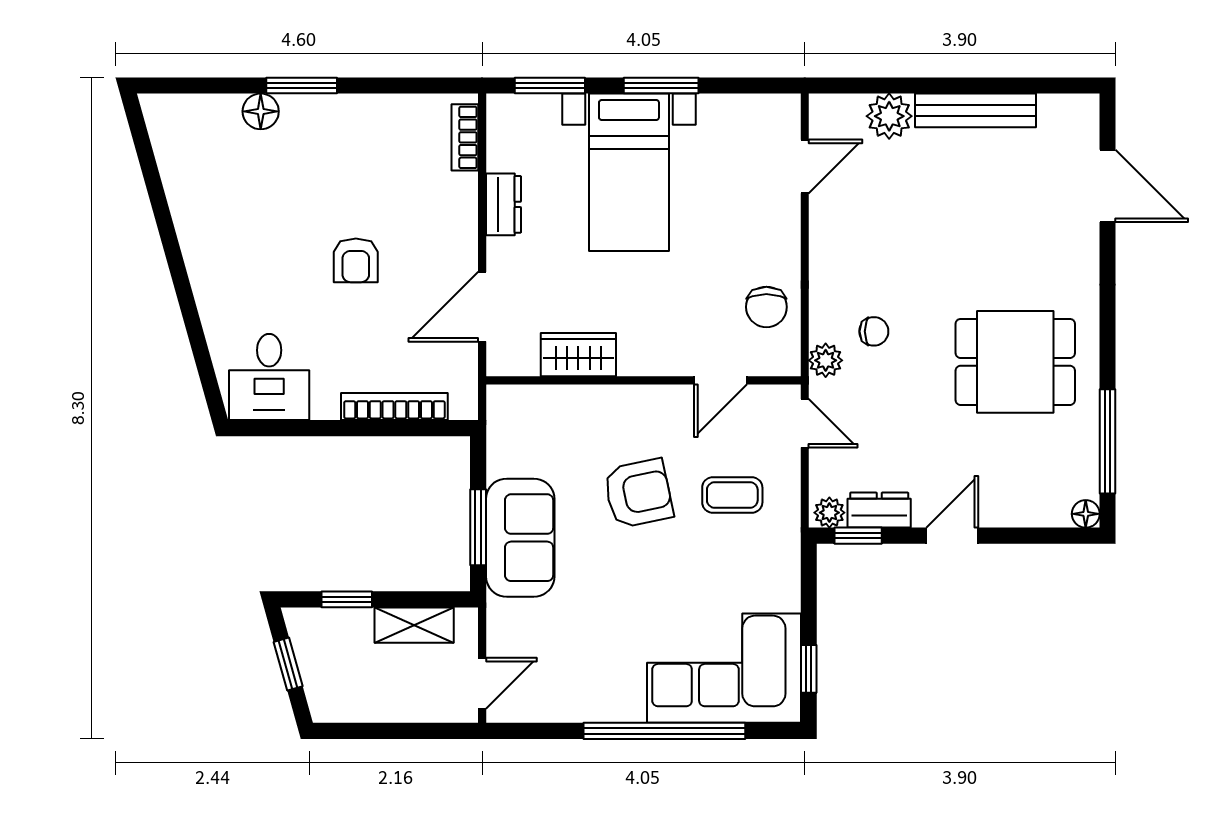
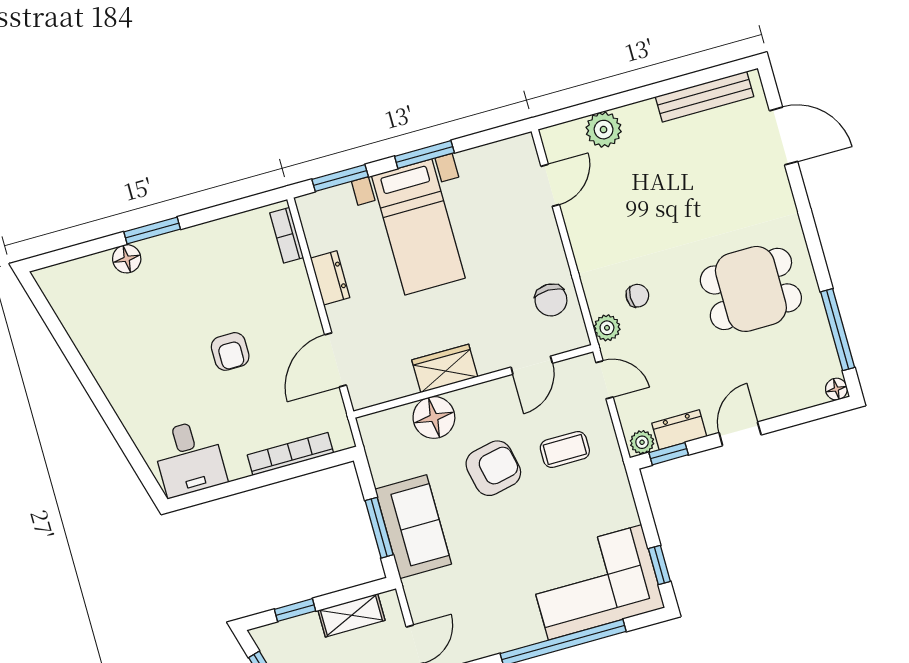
bench: (976, 110) -> (704, 97), moved
wardrobe: (578, 355) -> (445, 368), moved
floor lamp: (583, 411) -> (434, 417), added

